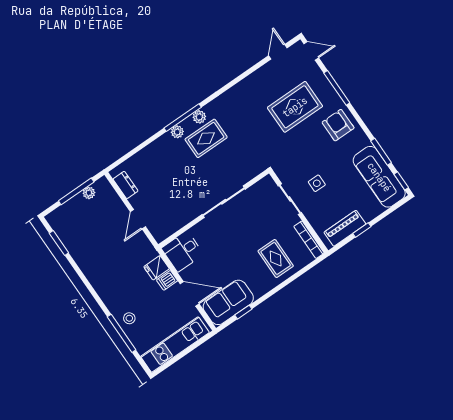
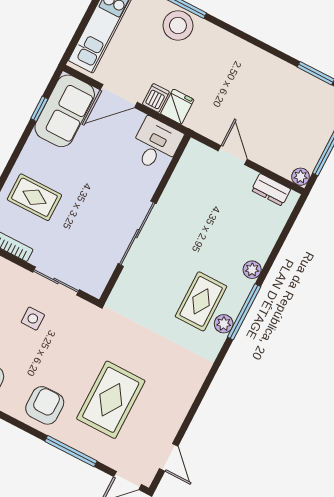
armchair: (338, 125) -> (45, 405), turned -90
plant: (177, 132) -> (252, 270), moved
plant: (89, 193) -> (301, 177), moved
stool: (129, 318) -> (178, 26), width x1.89, depth x1.89

